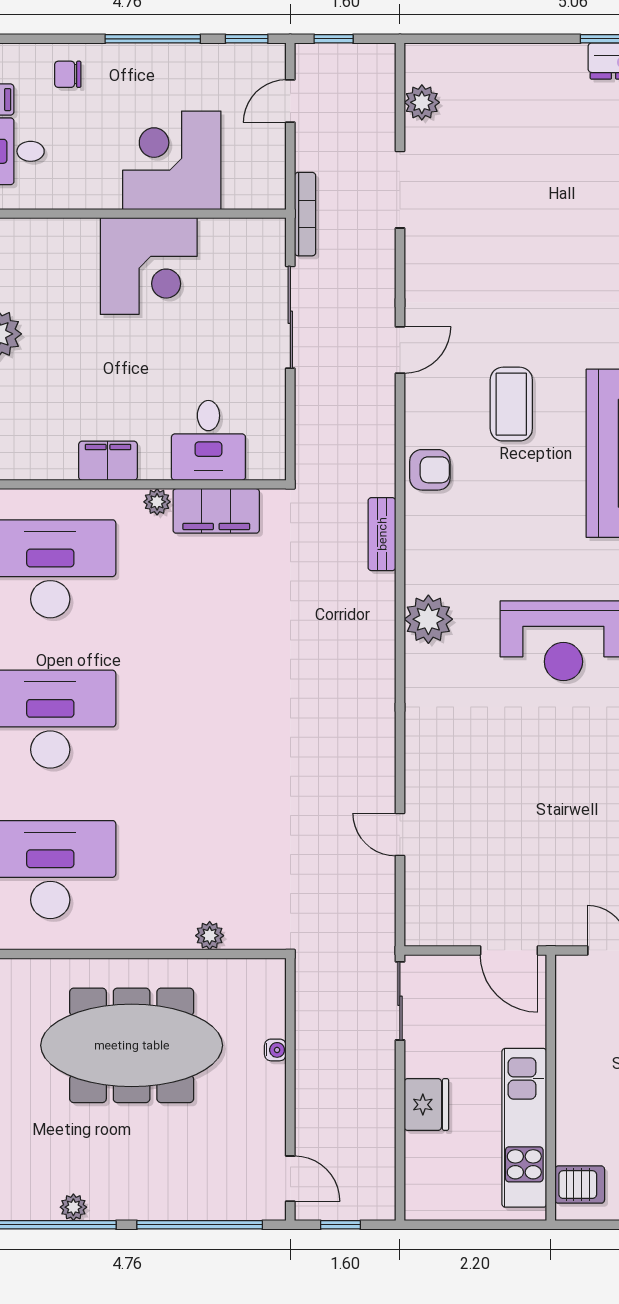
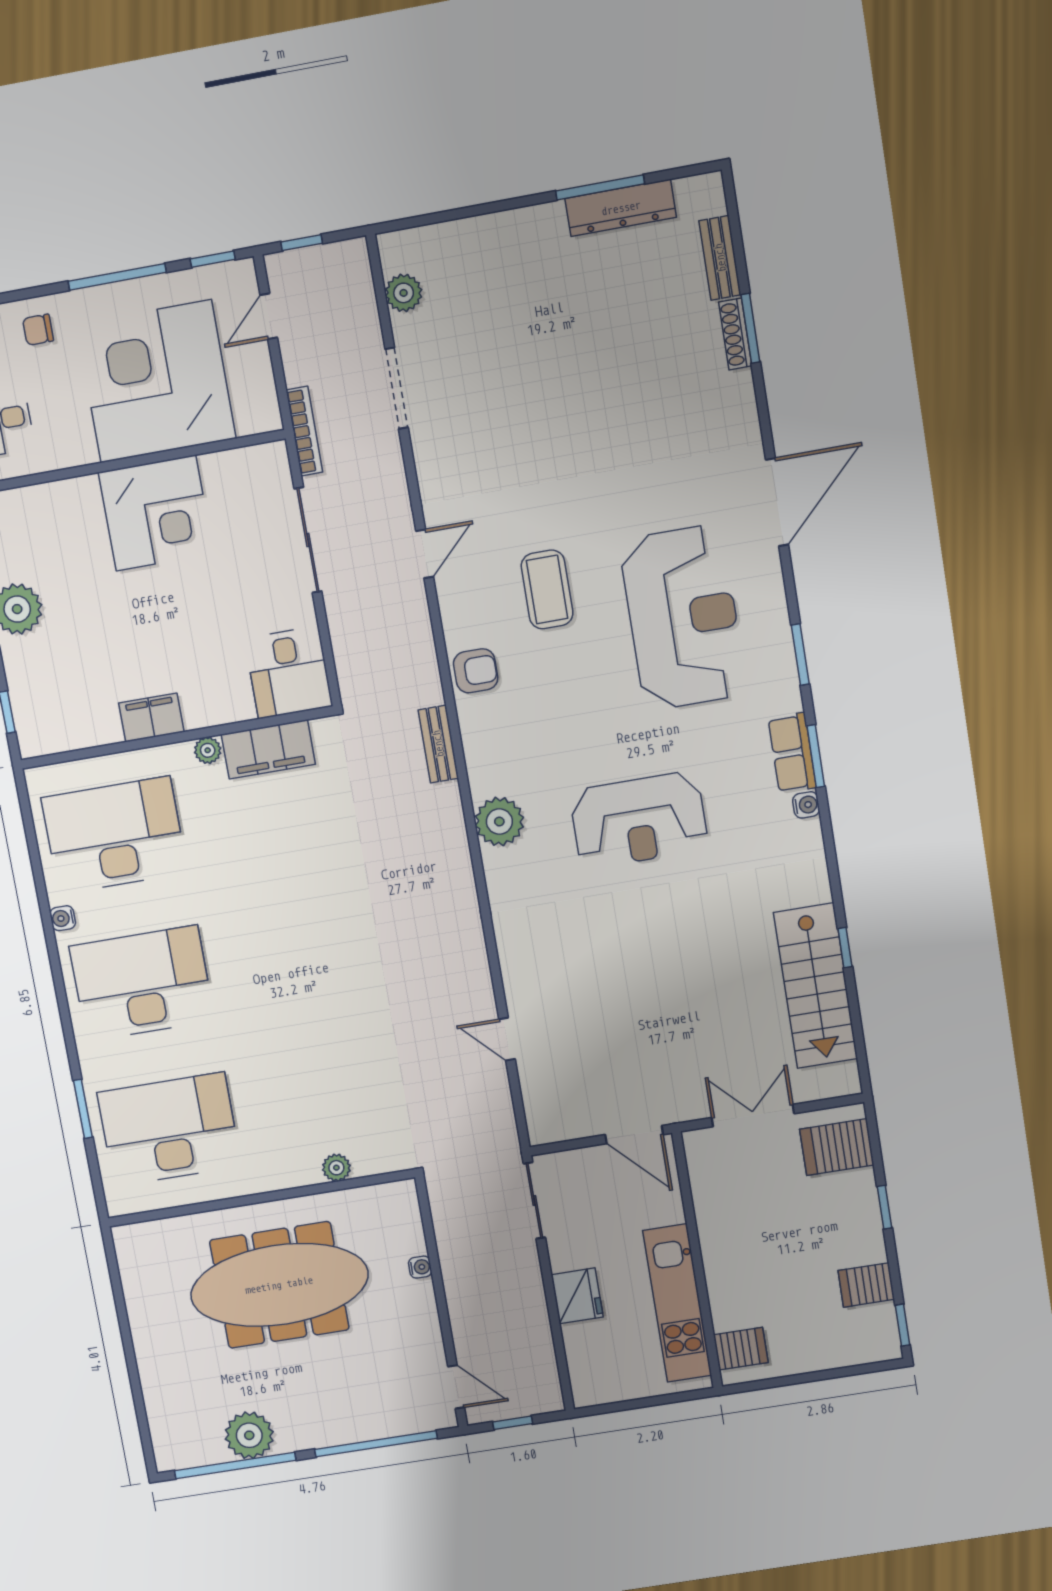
corner desk: (172, 160) -> (156, 381), width x1.36, depth x1.36
desk: (208, 440) -> (289, 673), moved
plant: (73, 1207) -> (249, 1435), width x1.88, depth x1.88

